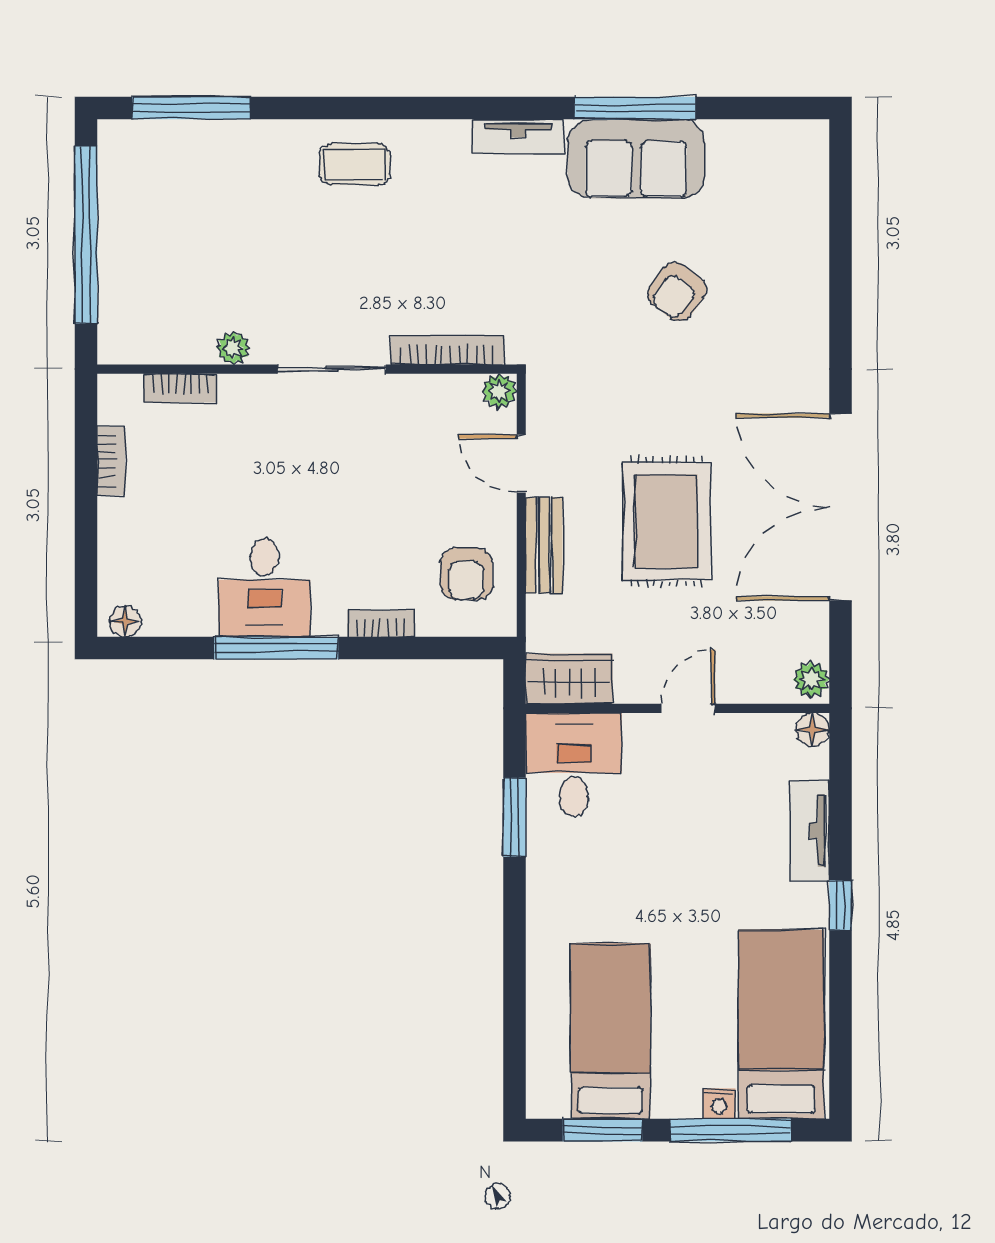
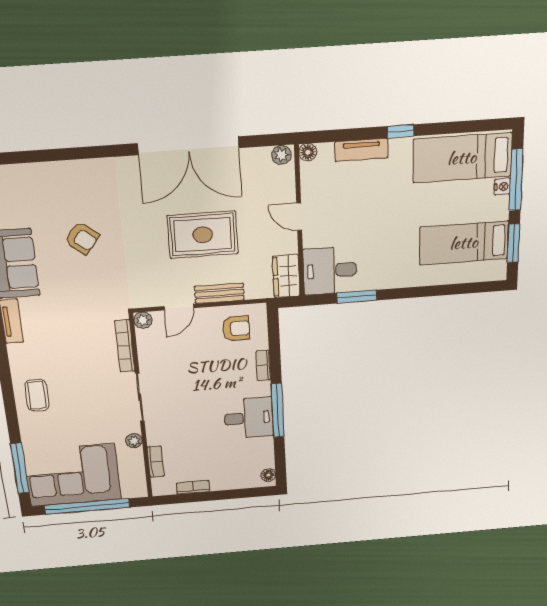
corner sofa: (165, 213) -> (73, 475), added

